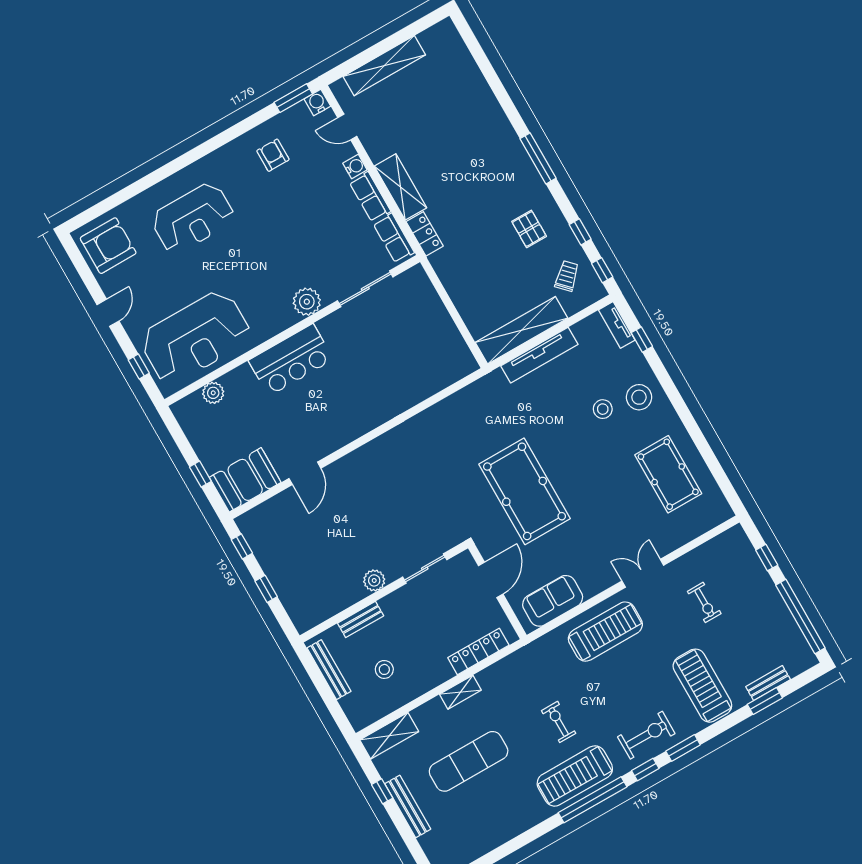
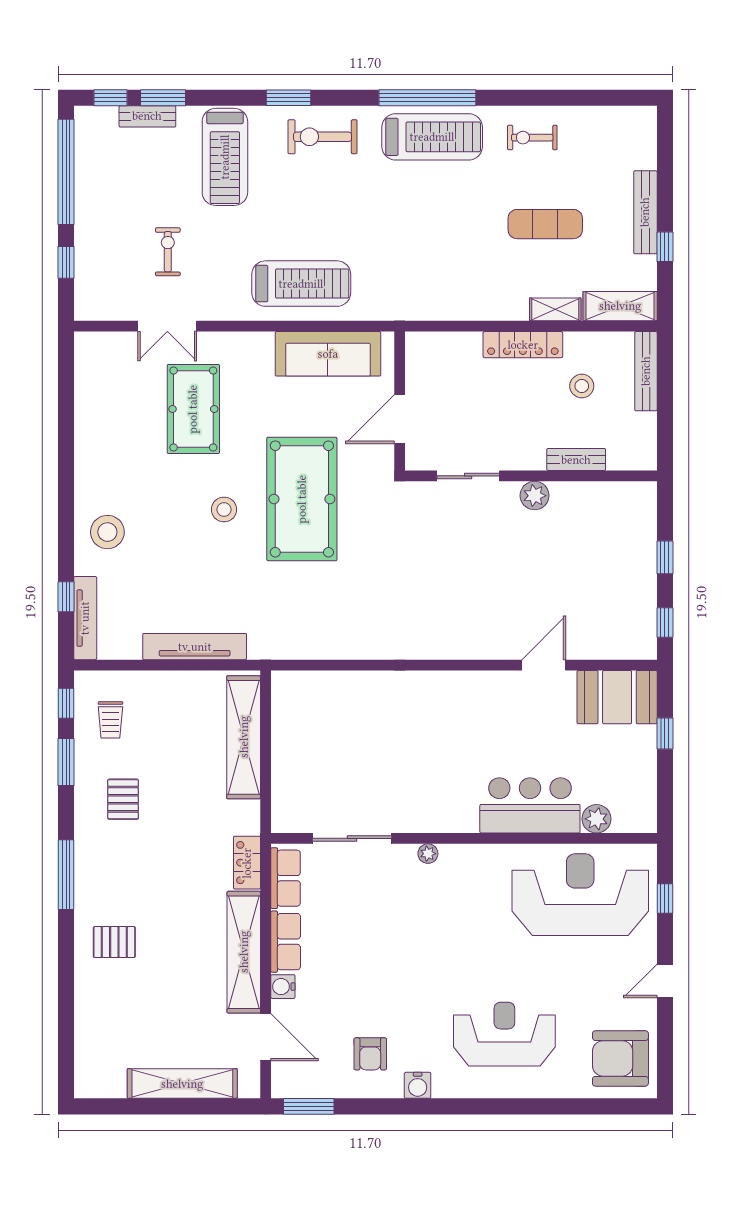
water cooler: (317, 103) -> (418, 1085), moved
door: (347, 127) -> (266, 1037), width x1.38
pallet: (481, 133) -> (114, 942), added
shelving: (401, 187) -> (244, 952), width x1.47
window: (580, 232) -> (66, 762), width x1.50
trolley: (567, 276) -> (110, 720), turned -46
plant: (307, 302) -> (428, 854), width x0.53, depth x0.53
tv unit: (617, 325) -> (85, 618), width x1.41
shelving: (522, 330) -> (244, 737), moved, turned 90
bar counter: (291, 360) -> (530, 805), moved
stool: (603, 409) -> (224, 509), moved
pool table: (668, 474) -> (193, 409), moved
double door: (643, 573) -> (167, 326), moved
sofa: (553, 601) -> (328, 354), width x1.36
treadmill: (605, 632) -> (301, 284), turned 180
locker: (478, 651) -> (523, 345), moved
bench: (329, 670) -> (646, 371), moved
shelving: (460, 692) -> (555, 309), moved
exercise bike: (559, 722) -> (532, 138), moved, turned 90
exercise mat: (469, 761) -> (545, 224), width x0.73, depth x0.69
window: (645, 770) -> (110, 98), moved

